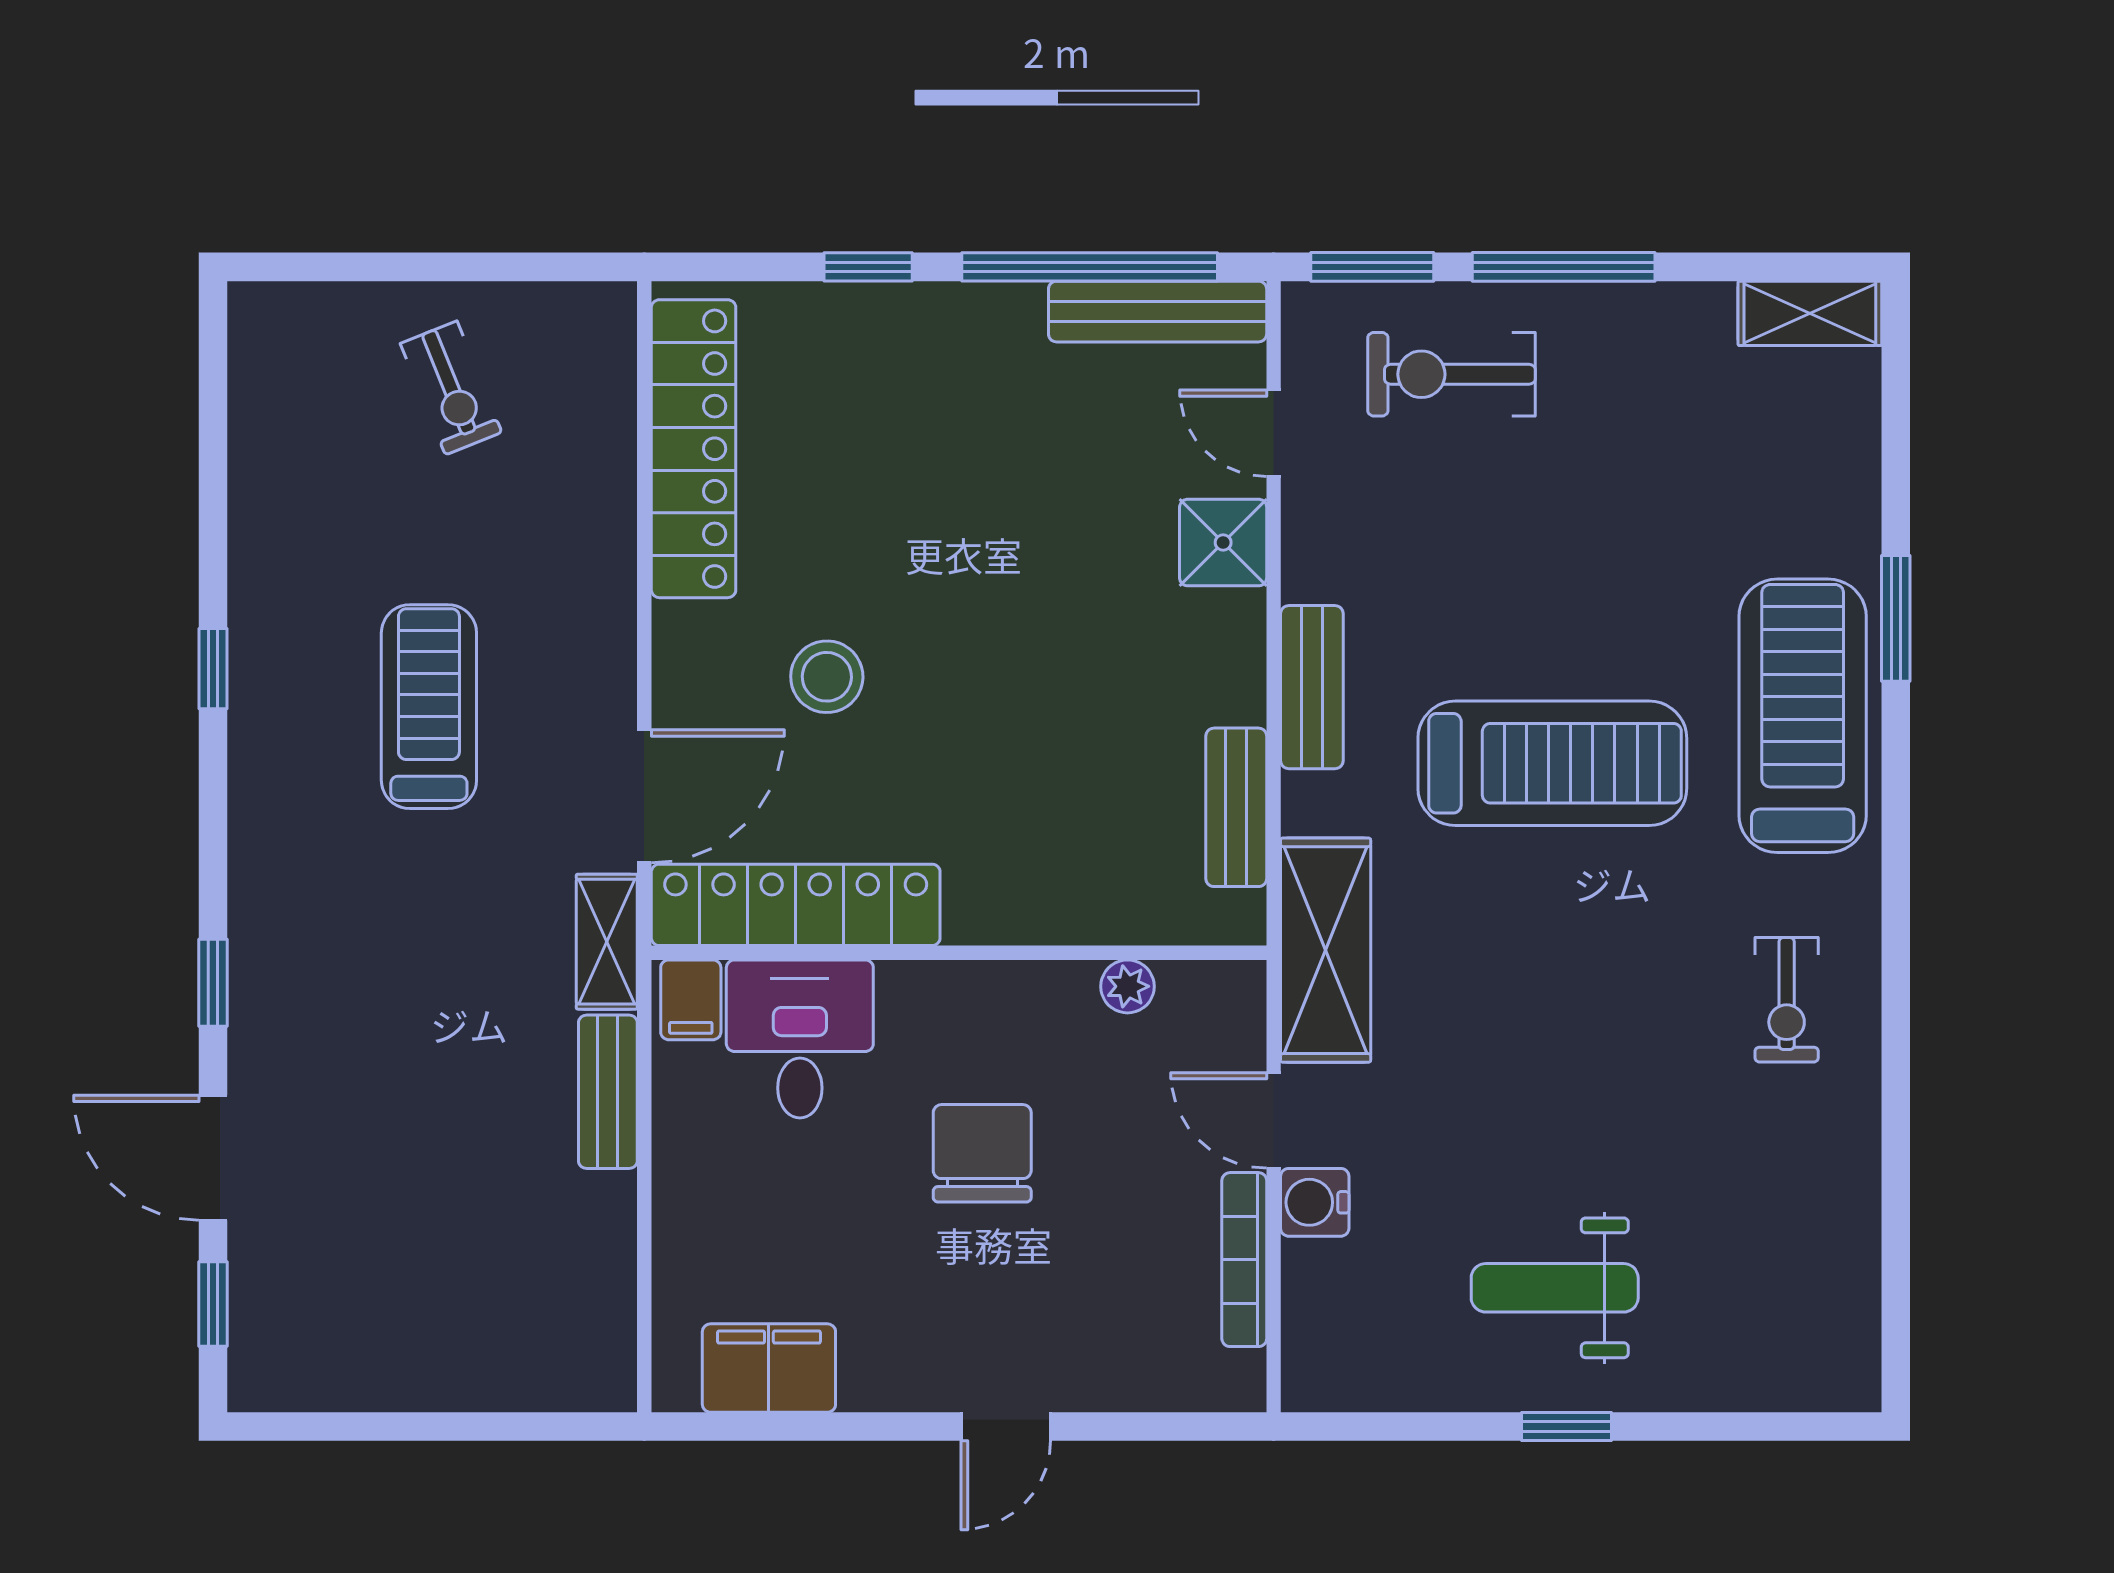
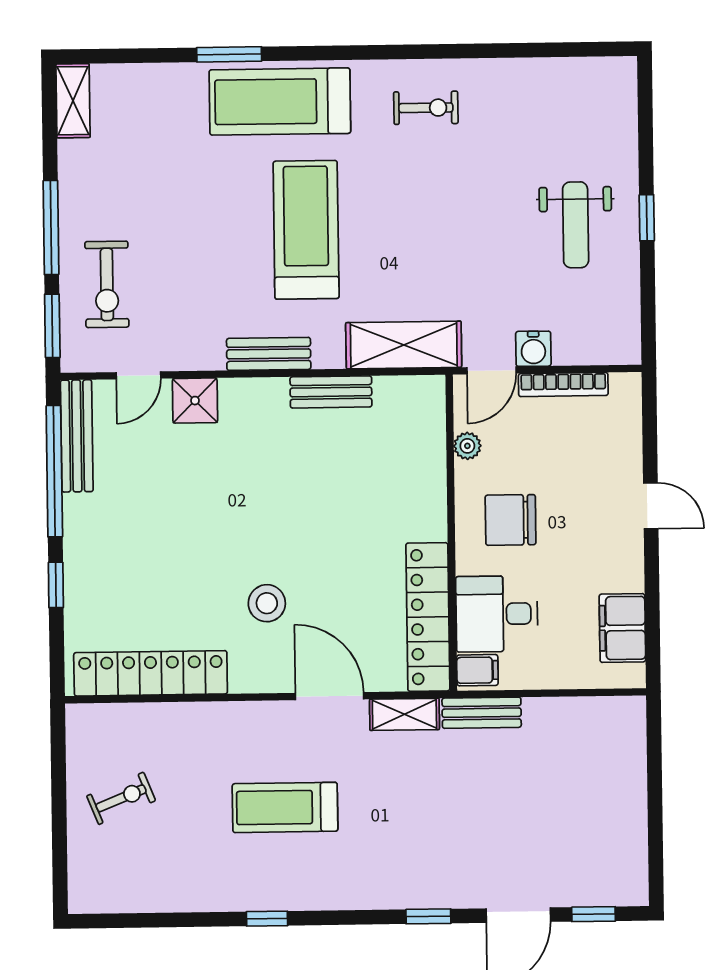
locker: (796, 905) -> (428, 617), moved
wall: (959, 953) -> (451, 533), moved
plant: (1127, 986) -> (467, 446), moved
filing cabinet: (691, 1000) -> (477, 670), moved
desk: (800, 1039) -> (497, 614), moved

